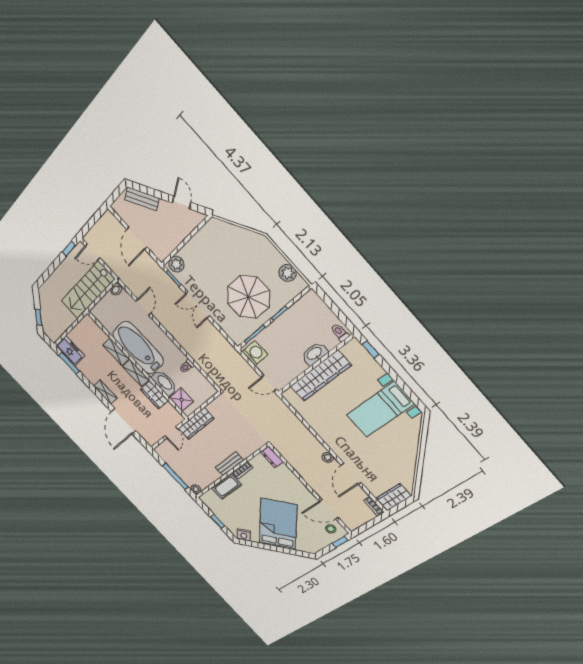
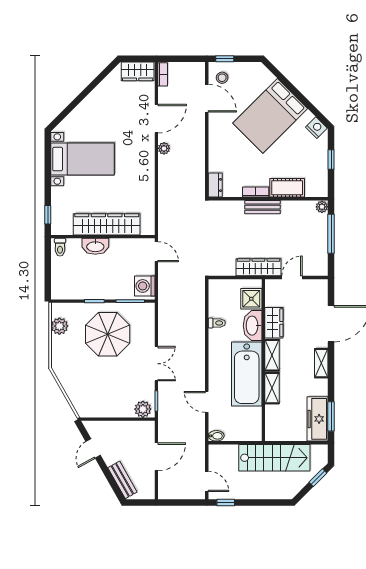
stairs: (88, 290) -> (274, 458), moved
door: (143, 307) -> (207, 402), hinge flipped
freezer: (70, 351) -> (318, 419), width x1.40

